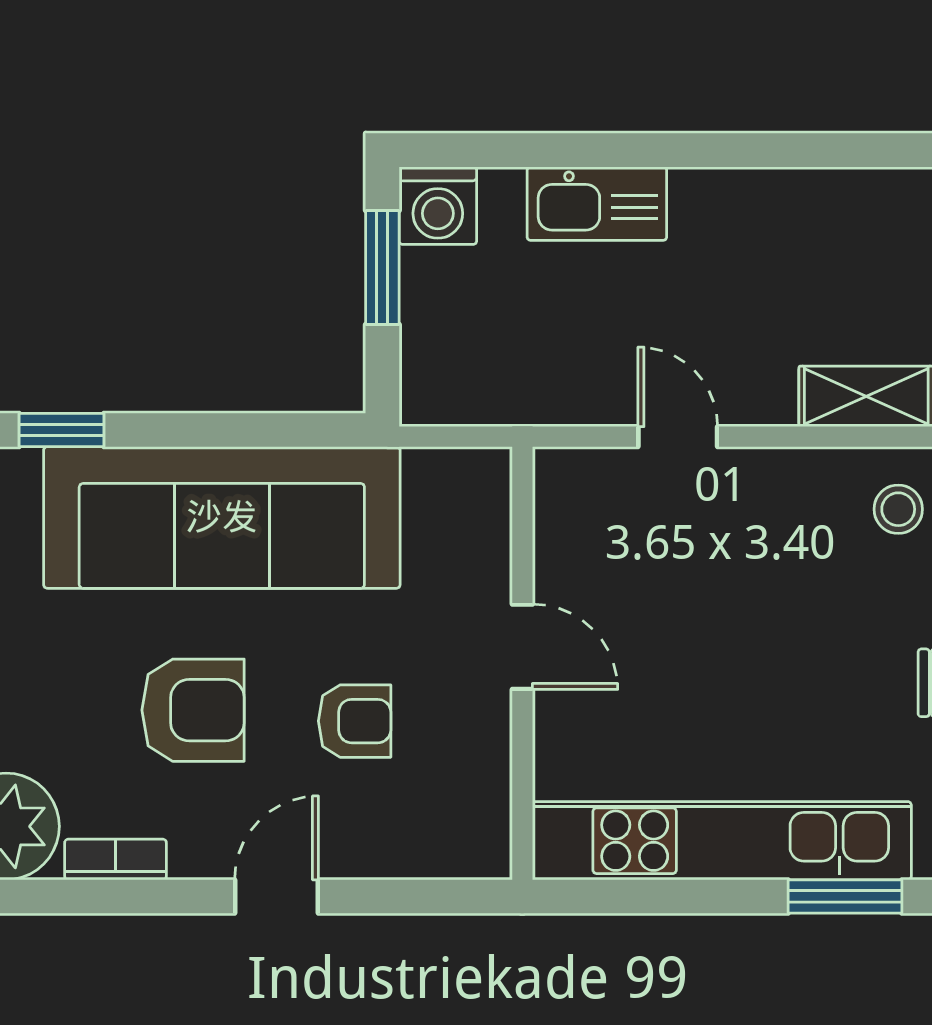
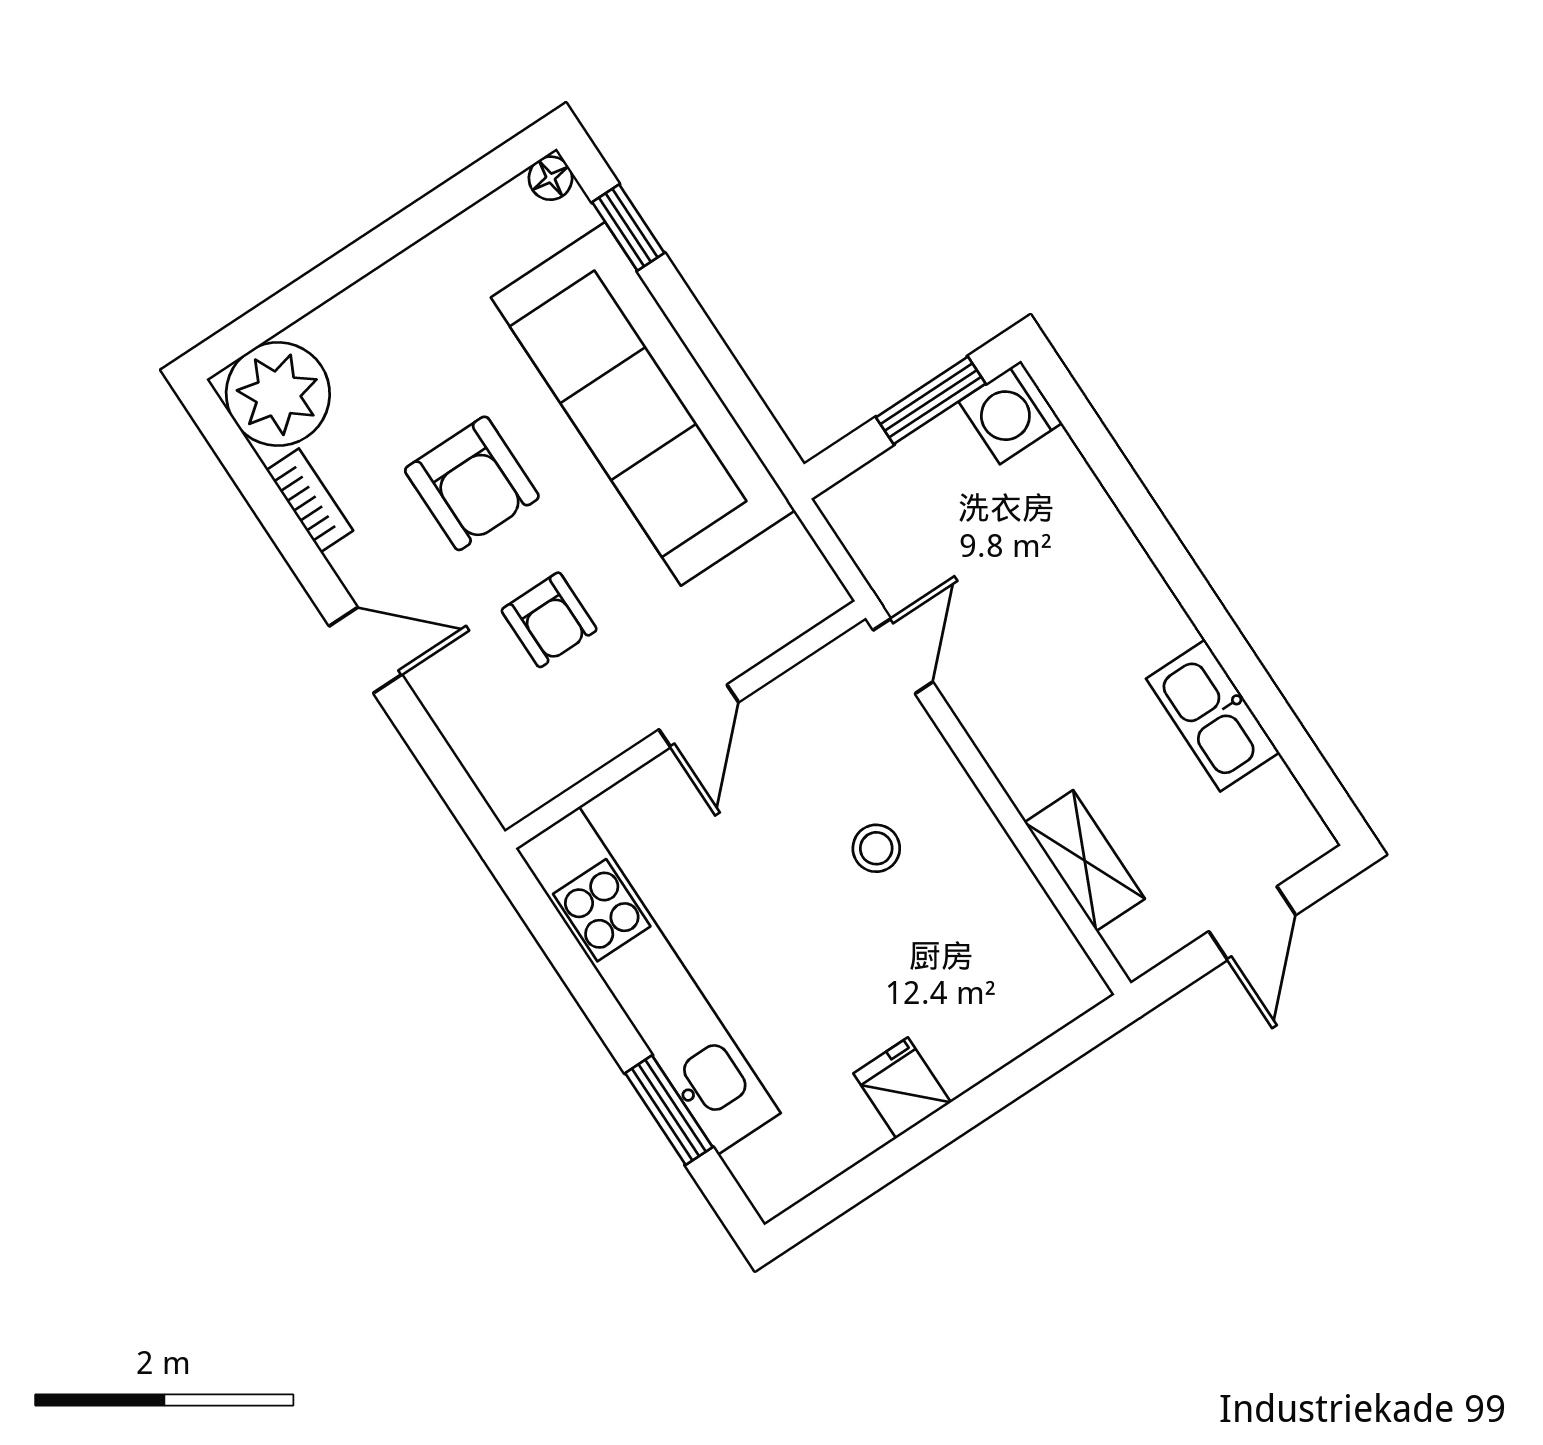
kitchen sink: (597, 204) -> (1213, 716), moved
door: (678, 437) -> (903, 656), moved
stool: (898, 509) -> (876, 848), moved

